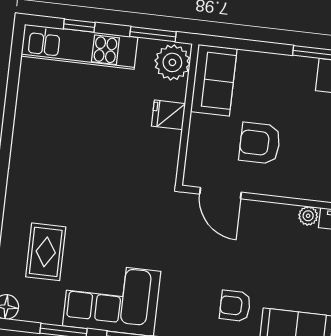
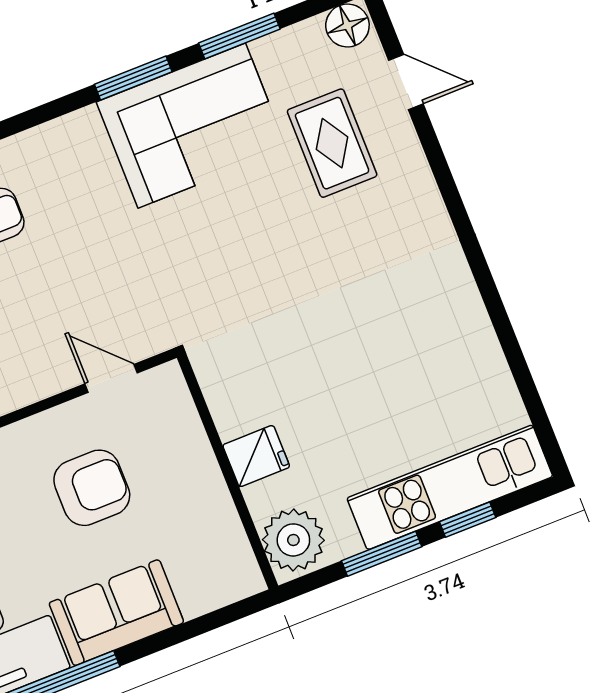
window: (153, 34) -> (382, 554), moved
sofa: (214, 80) -> (116, 613), moved, turned 90
door: (221, 193) -> (111, 378), width x0.73

